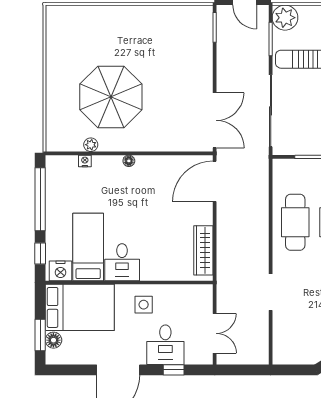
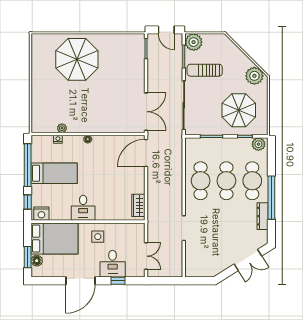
parasol: (111, 97) -> (77, 59), moved
bed: (88, 247) -> (54, 173), moved, turned 90
wardrobe: (203, 250) -> (138, 205), width x0.67

